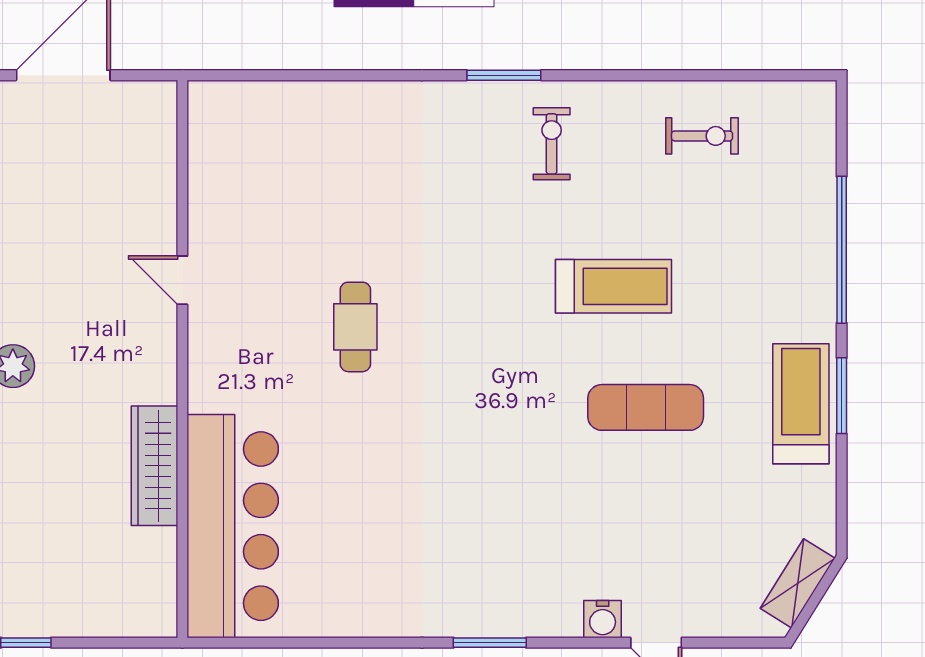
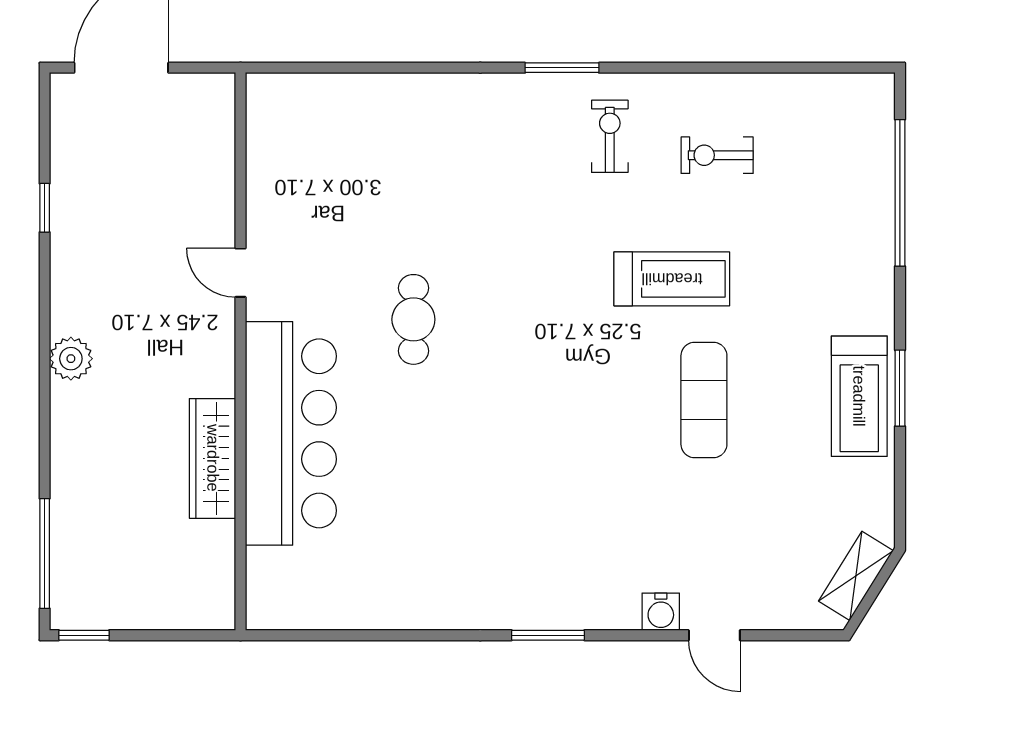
exercise bike: (702, 136) -> (717, 155), moved, turned 180
window: (842, 250) -> (900, 193), moved
treadmill: (801, 404) -> (859, 396), turned 180
exercise mat: (646, 407) -> (704, 400), turned 90
bar counter: (233, 526) -> (291, 433), moved

